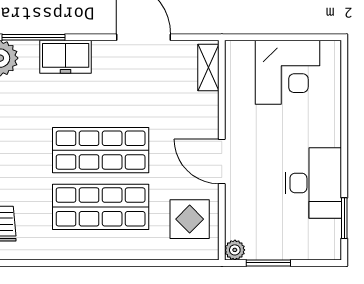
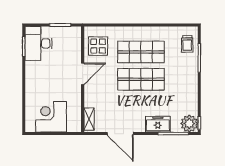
door: (222, 161) -> (83, 74), hinge flipped
desk: (313, 183) -> (38, 43), moved
plant: (235, 250) -> (76, 31), removed

